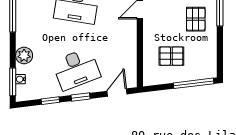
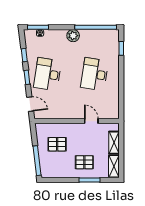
plant: (24, 56) -> (73, 36), moved
pallet: (171, 56) -> (57, 144), turned 90
desk: (76, 69) -> (48, 74), turned 30

